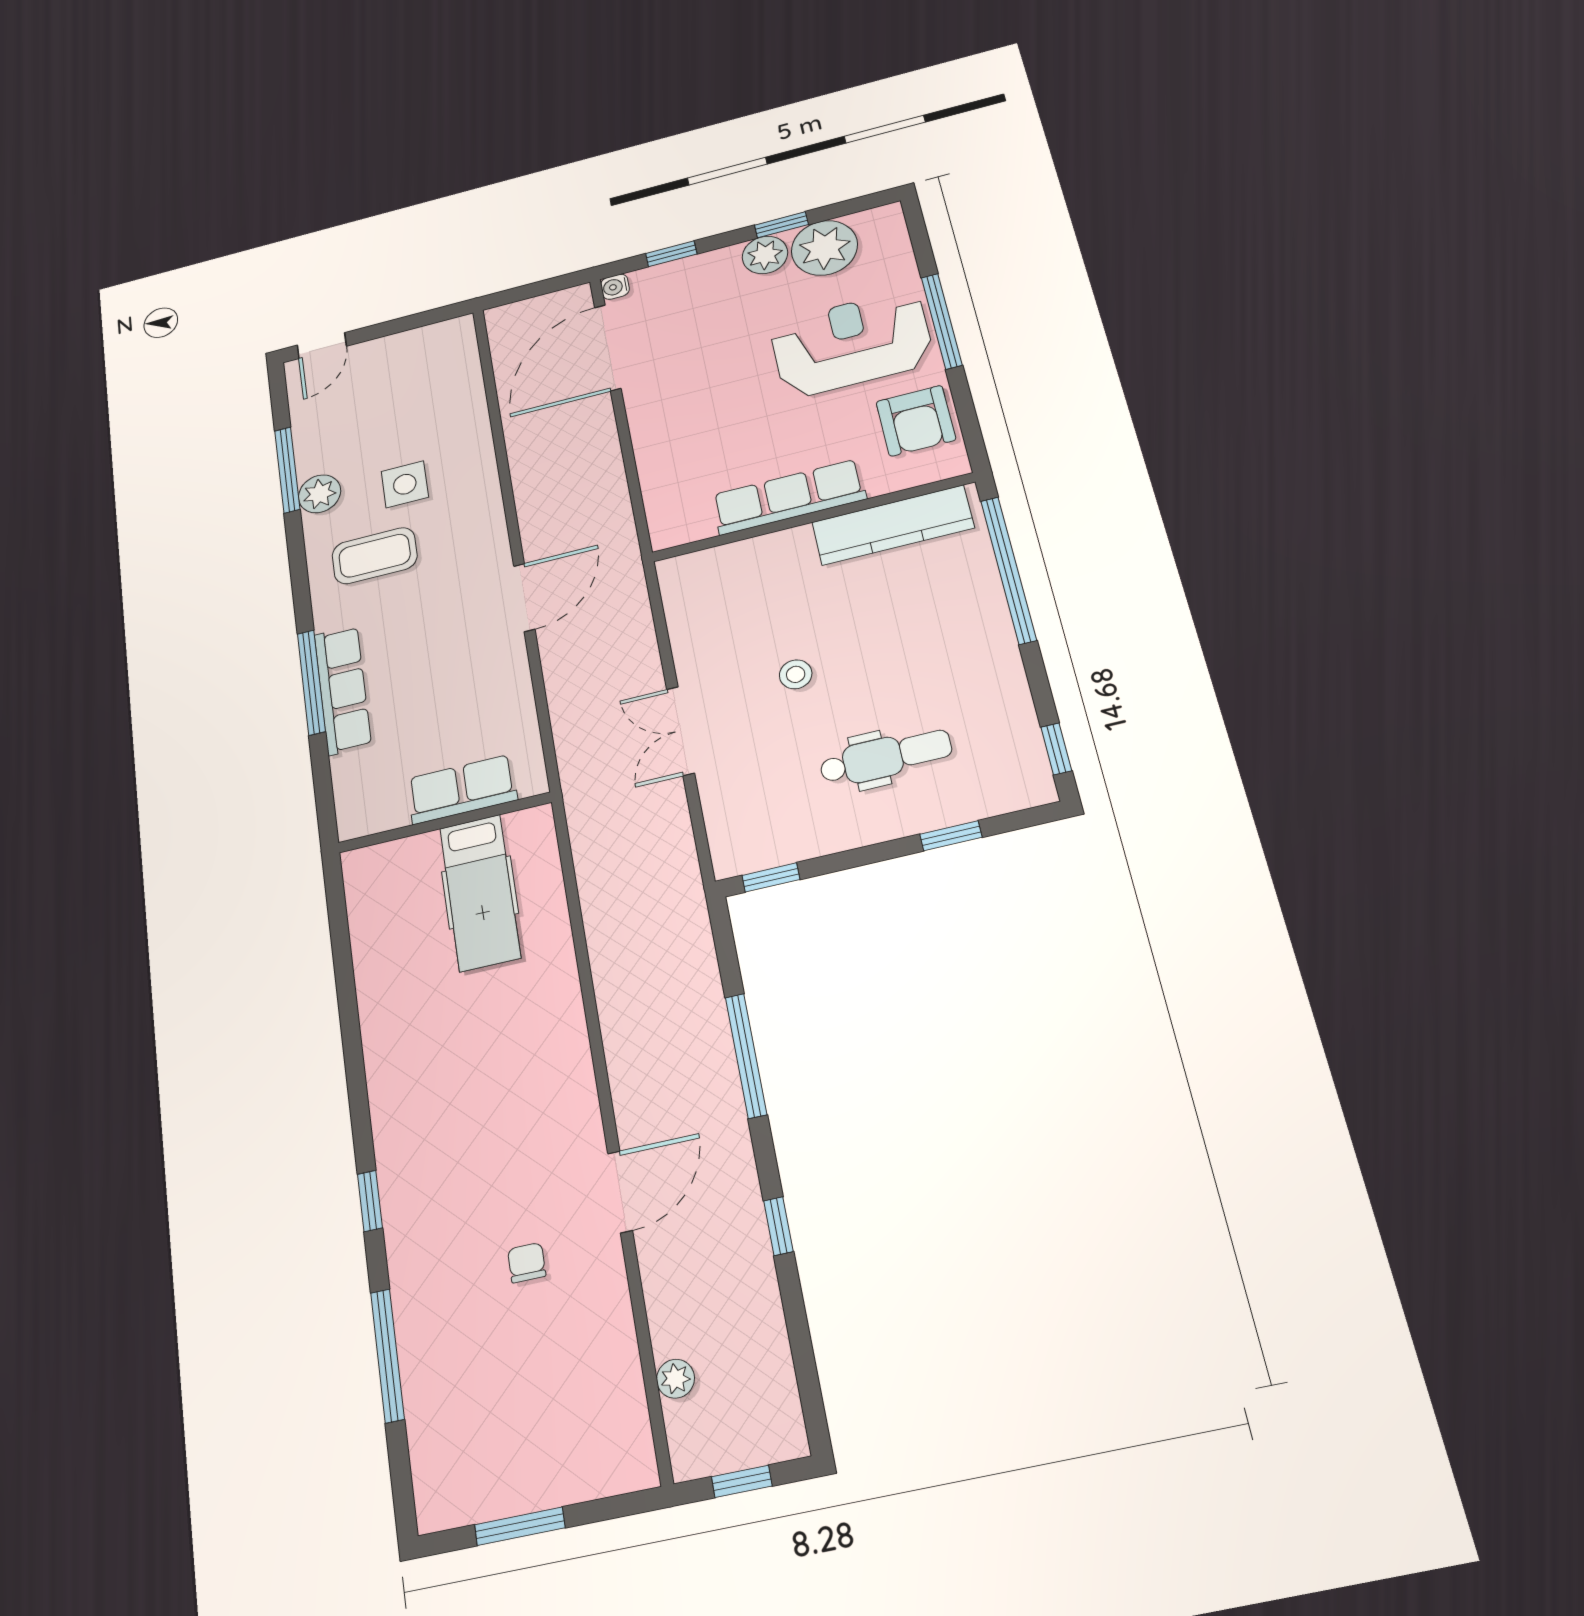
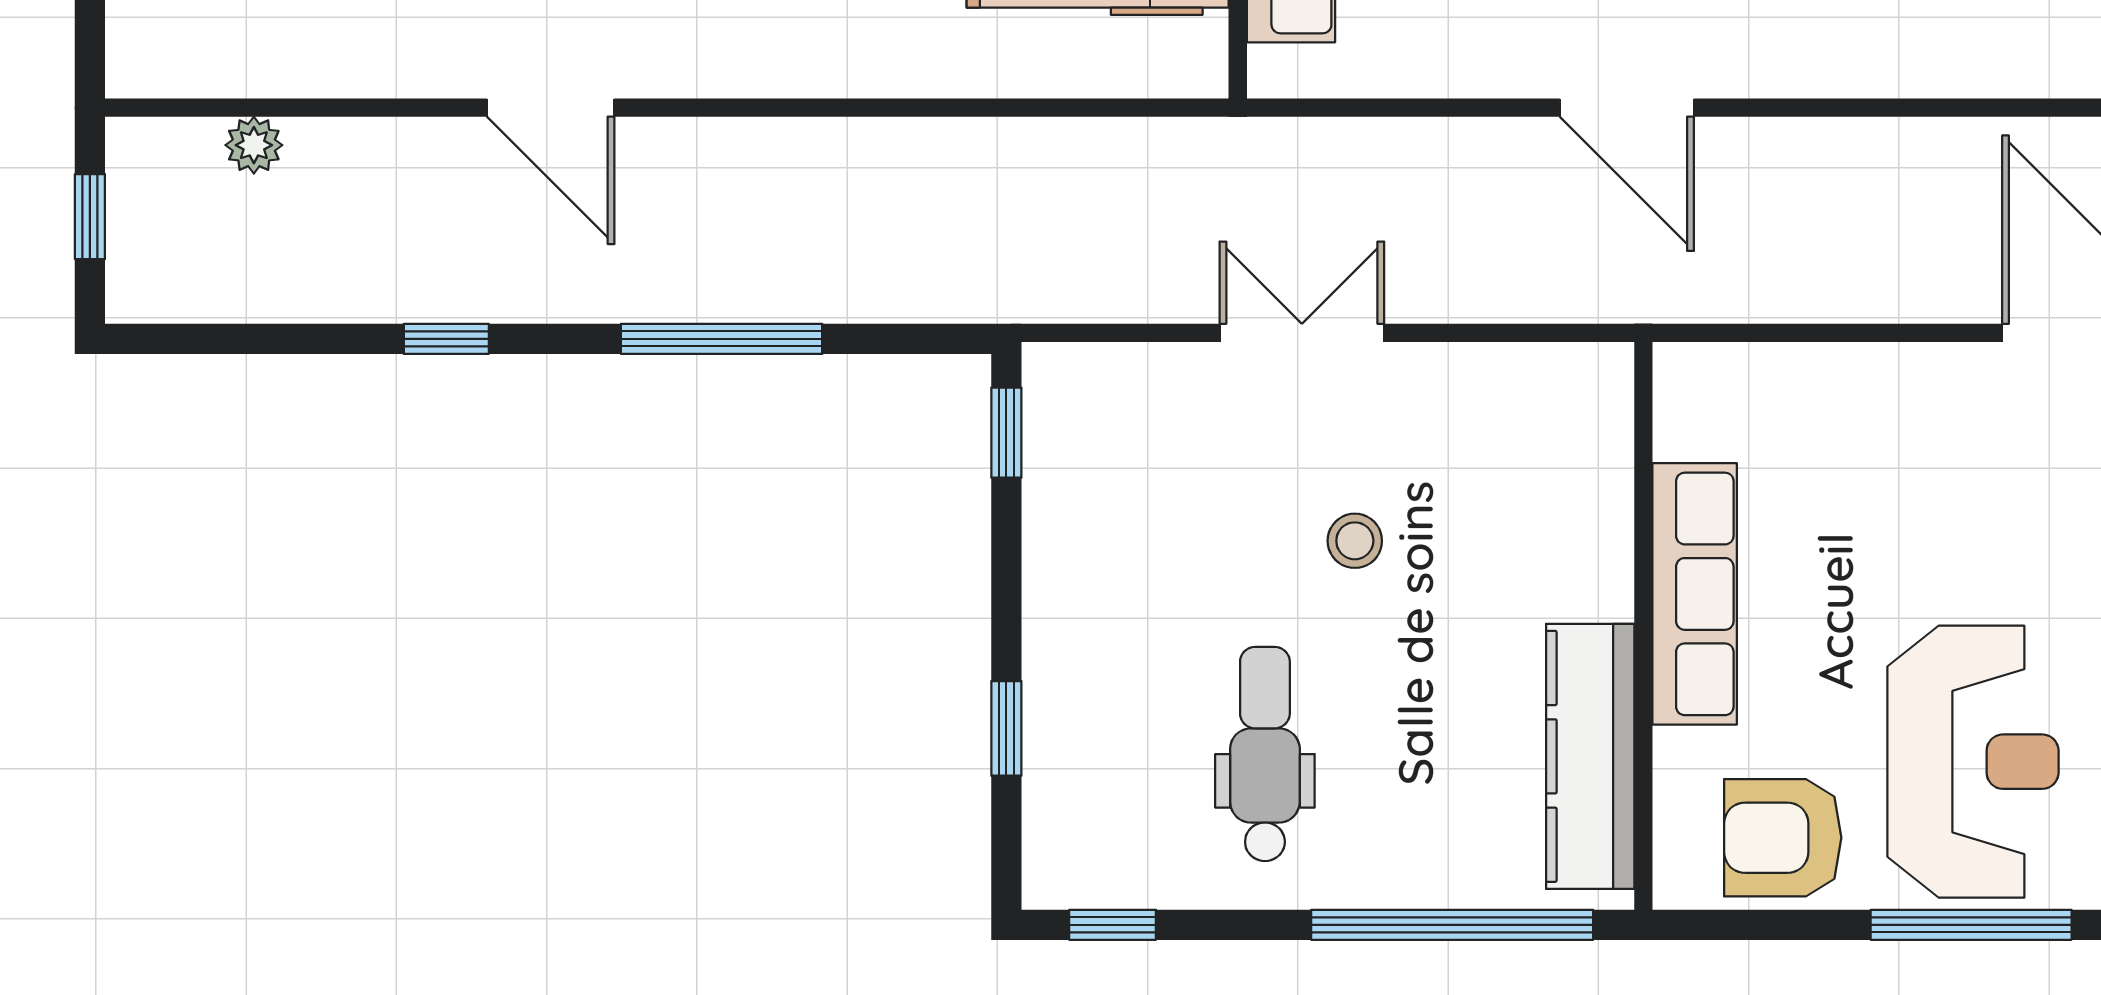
dental chair: (886, 757) -> (1265, 754), moved, turned 180

